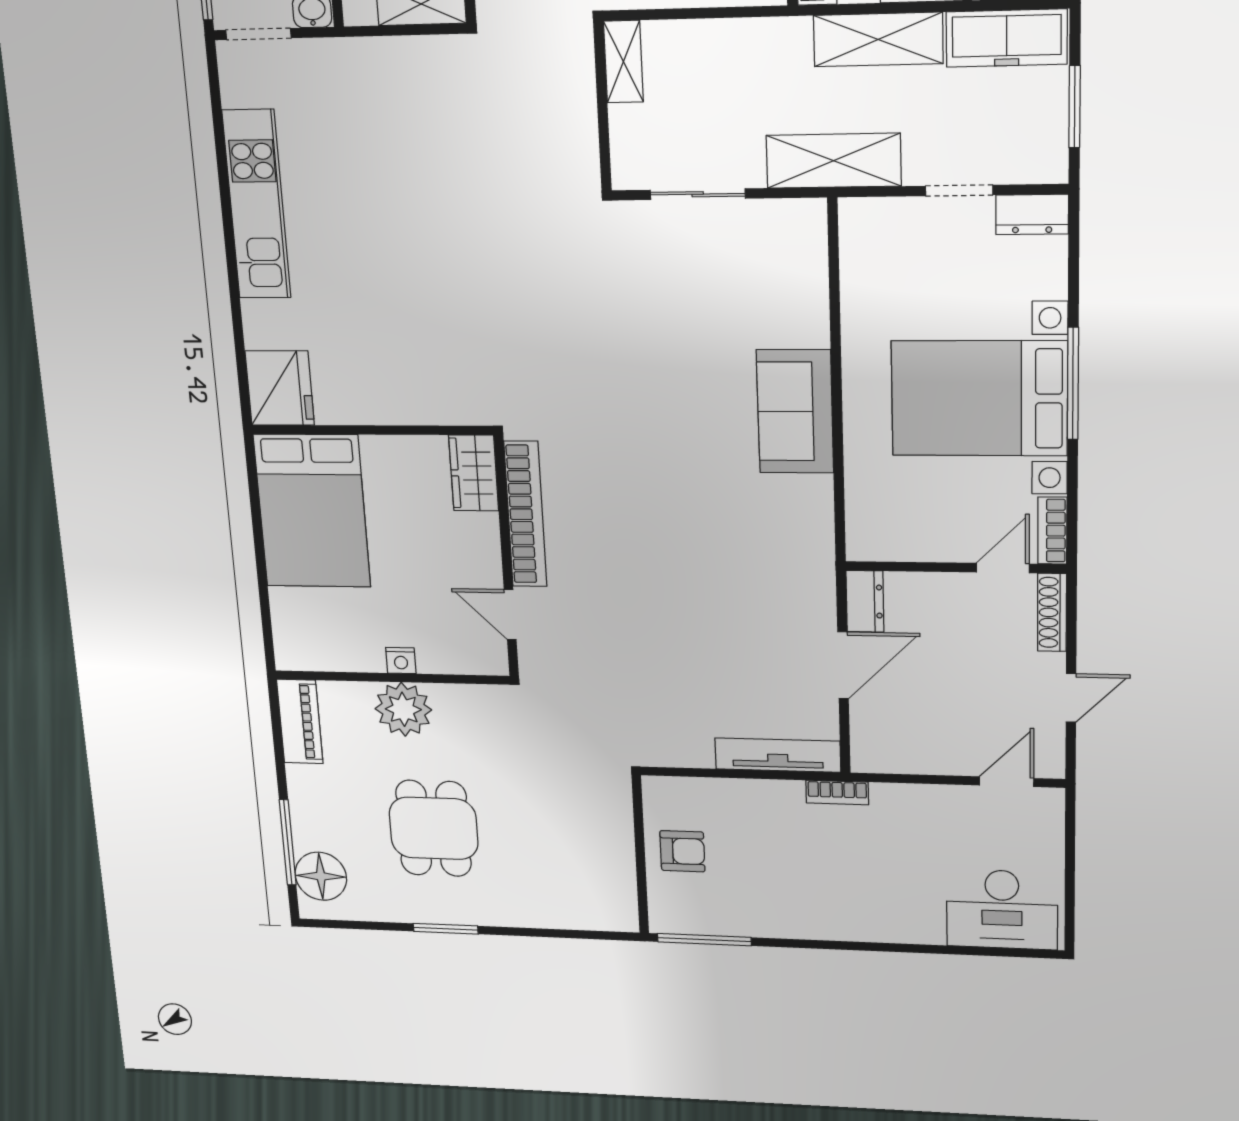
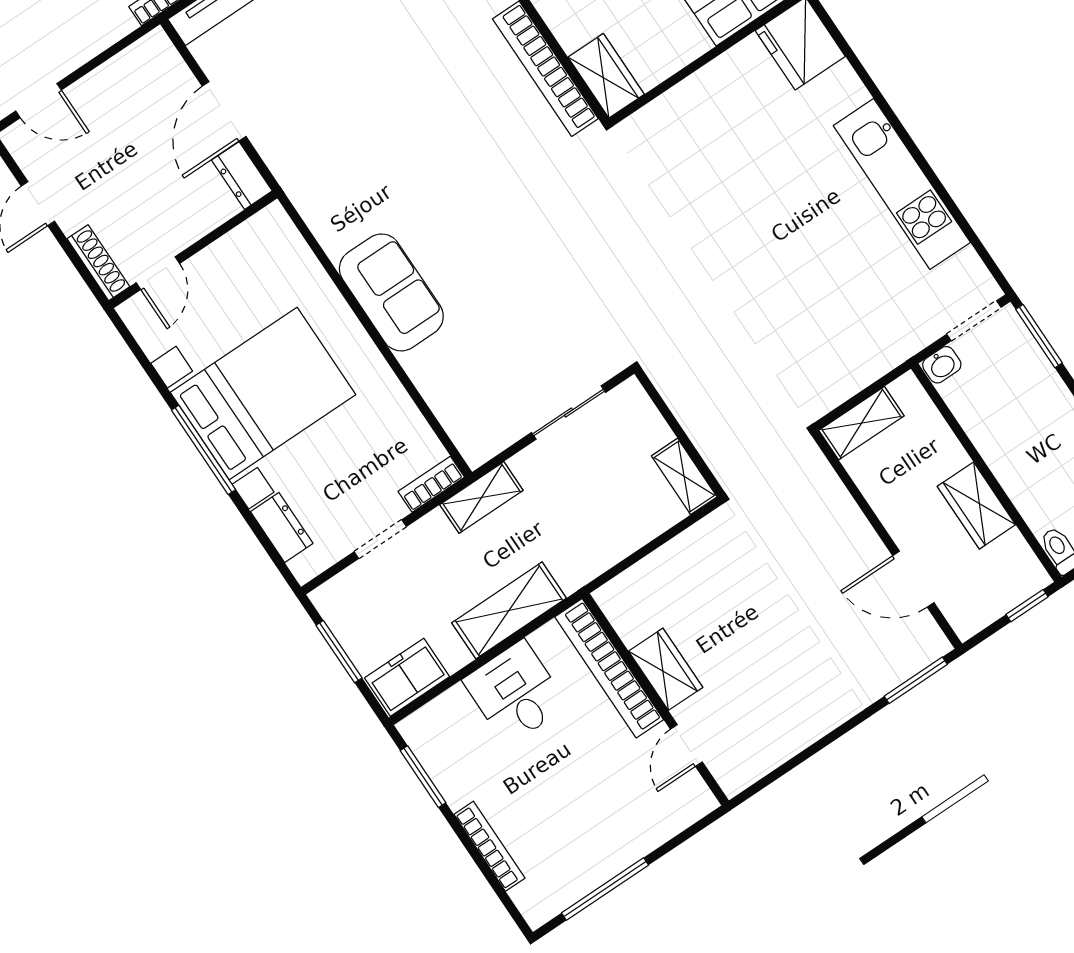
freezer: (1007, 38) -> (407, 677), width x0.71
shelving: (834, 161) -> (481, 497), width x0.67, depth x0.75
dresser: (1032, 214) -> (282, 527), moved, turned 90
bookcase: (1052, 531) -> (431, 484), moved, turned -90
door: (1006, 782) -> (39, 101), hinge flipped

